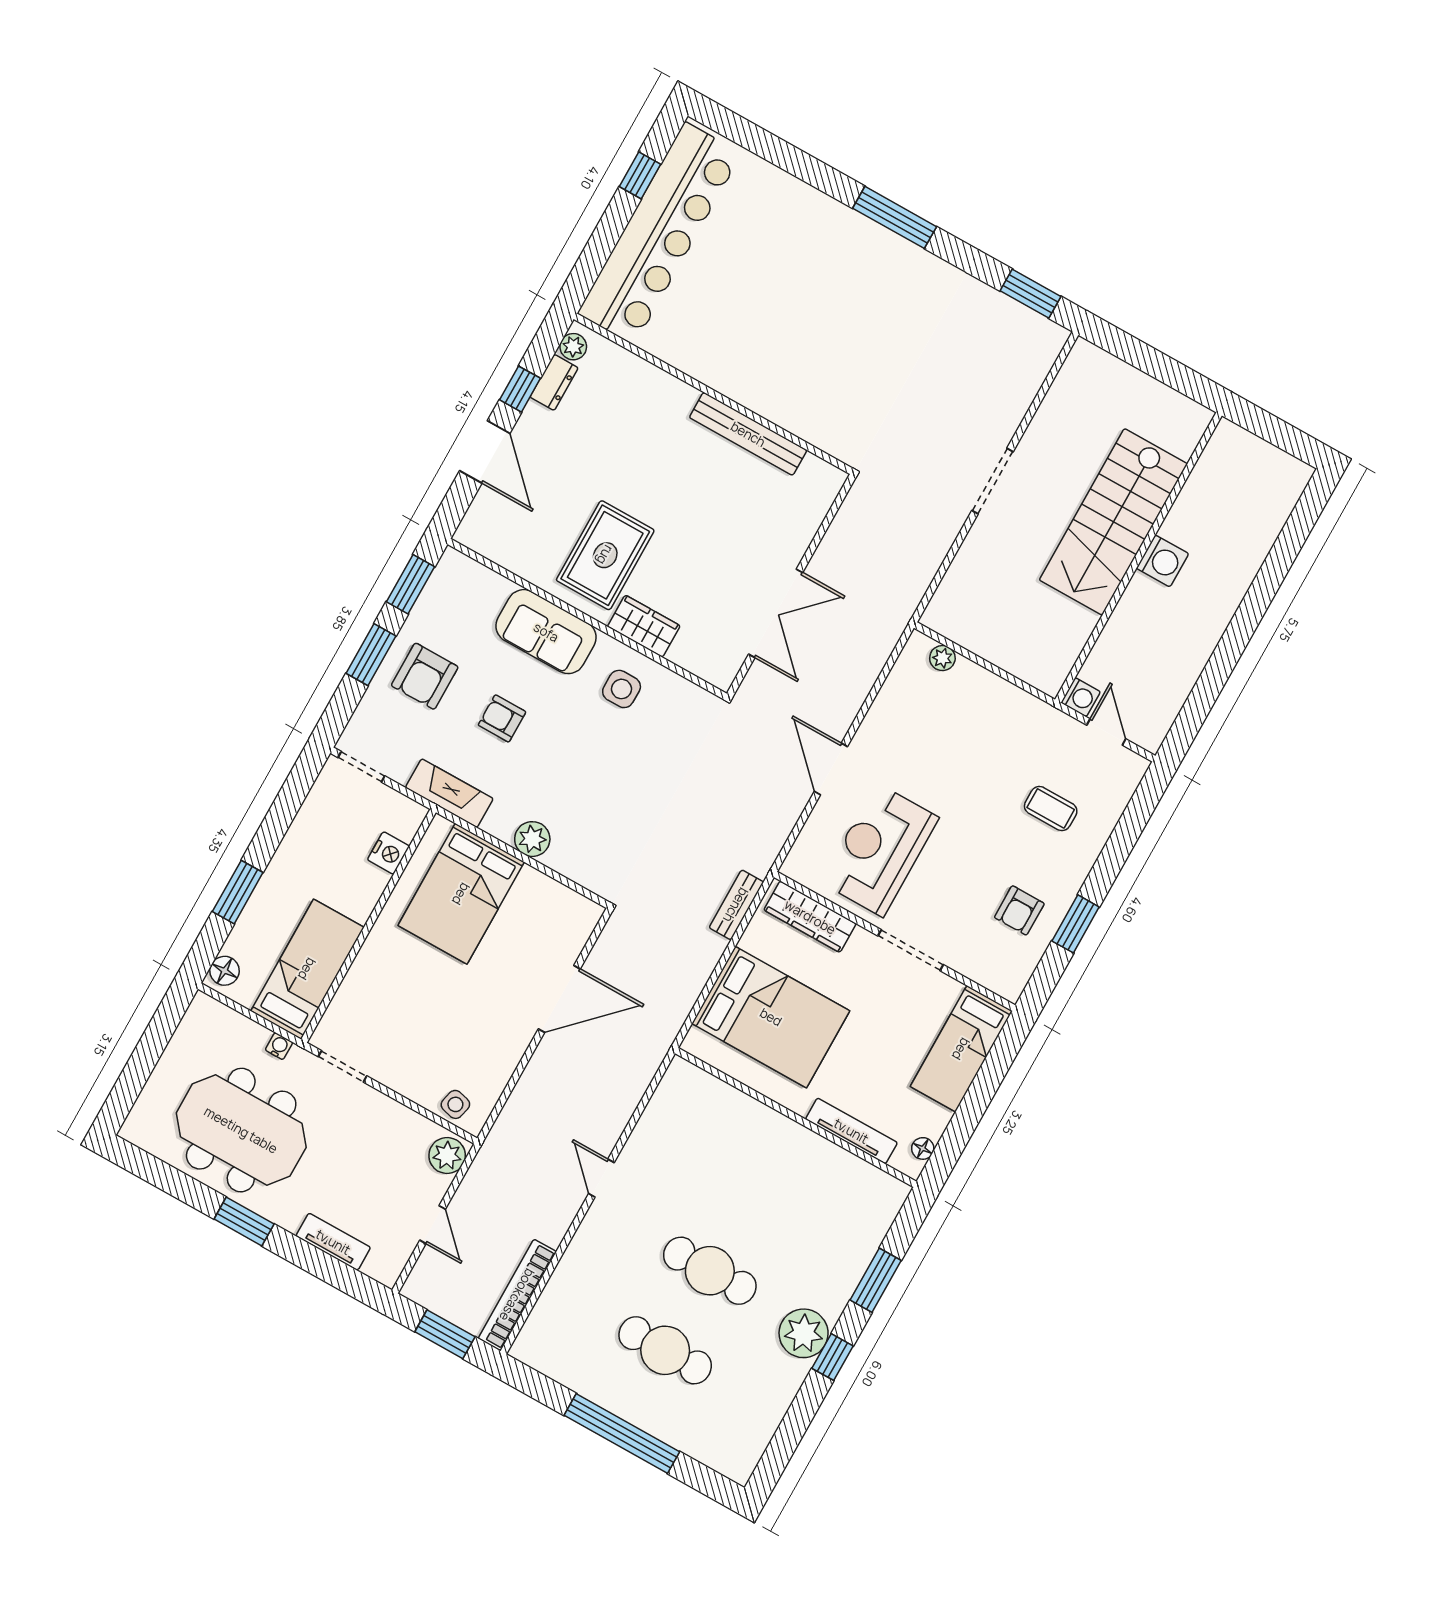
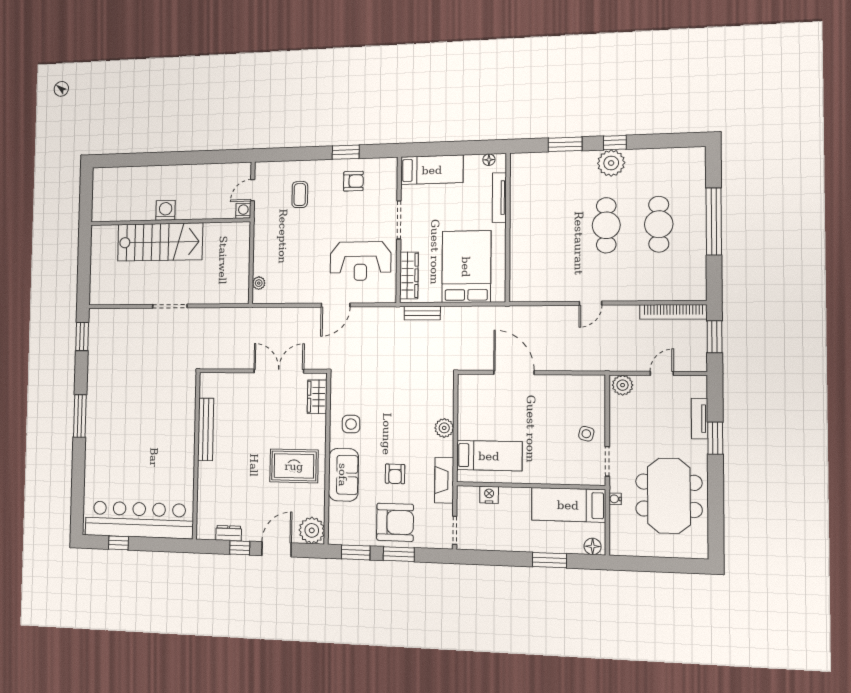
plant: (573, 347) -> (312, 530), moved, width x1.87, depth x1.87
wardrobe: (644, 626) -> (317, 397), moved
armchair: (425, 676) -> (395, 522), width x1.36, depth x1.36
bed: (461, 894) -> (489, 456), width x0.67
side table: (455, 1104) -> (586, 434), moved
window: (244, 1221) -> (715, 438), moved

